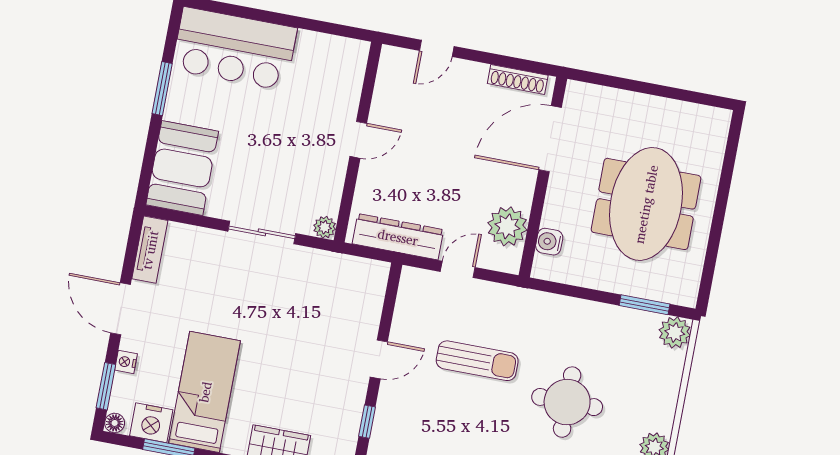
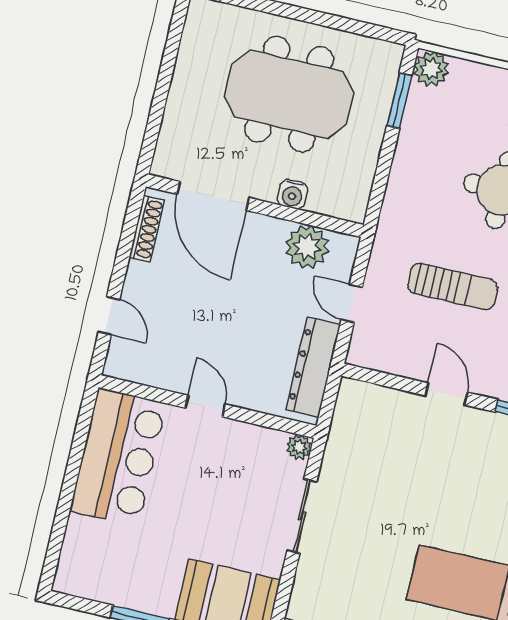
bar counter: (234, 49) -> (118, 457), moved
water cooler: (549, 242) -> (292, 194), moved
sun lounger: (477, 361) -> (453, 286), turned 90

